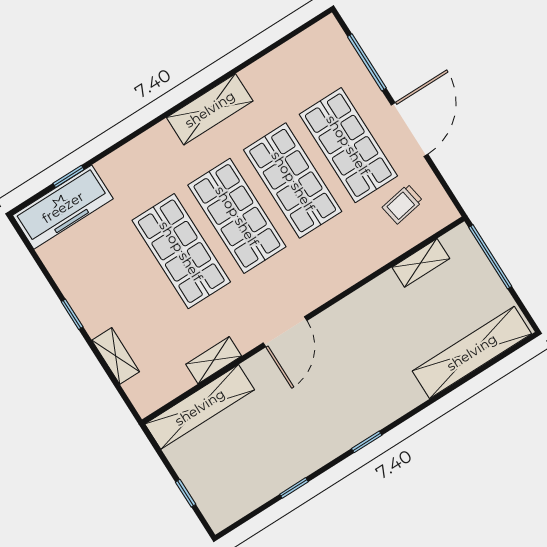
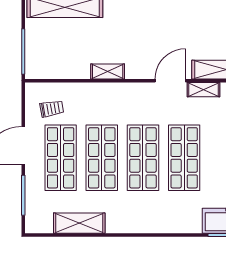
shelving: (210, 109) -> (79, 223), moved
shelving: (421, 263) -> (108, 71), moved
door: (285, 332) -> (170, 81), moved

